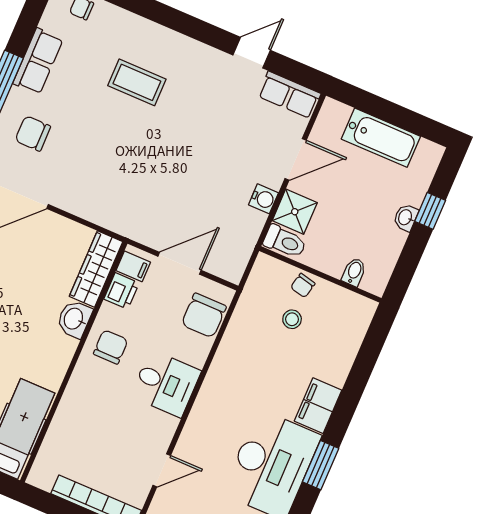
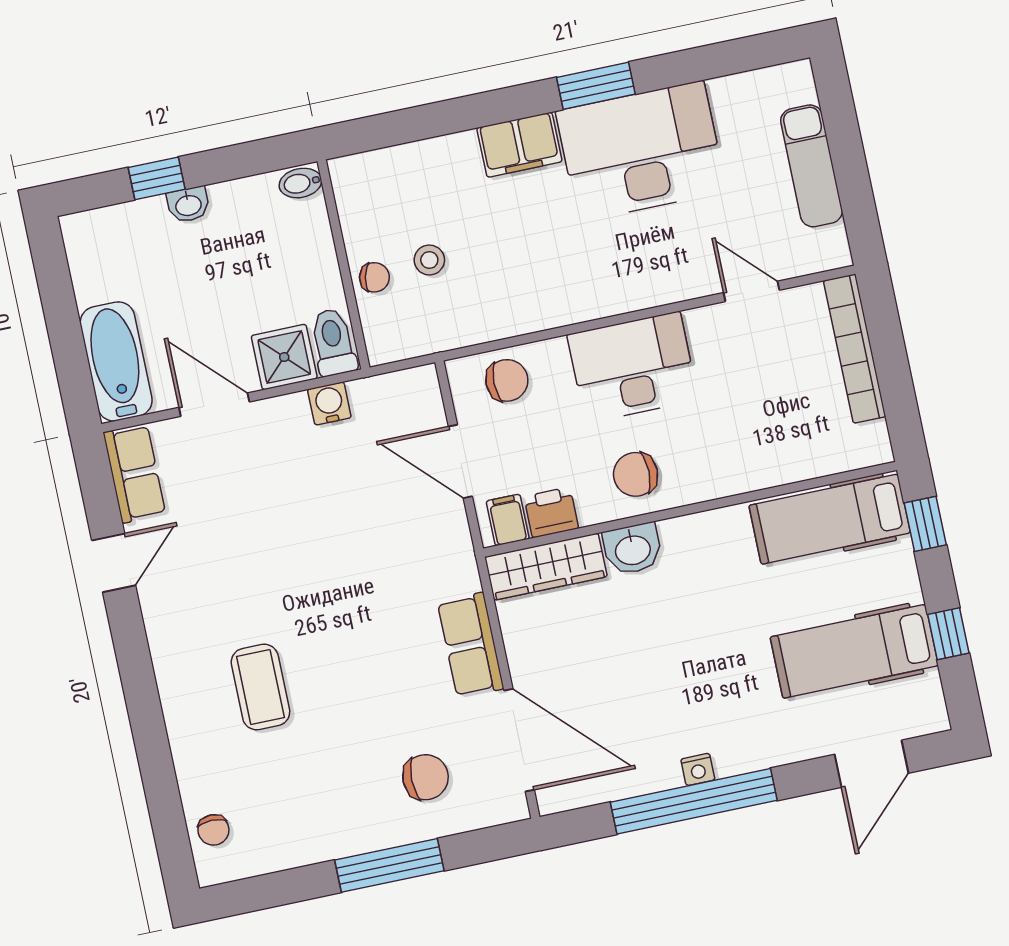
door: (252, 53) -> (114, 563), swing flipped
row of seats: (38, 61) -> (471, 645), moved, turned -90
chair: (33, 133) -> (425, 777), turned -90
bathtub: (381, 138) -> (116, 361), moved
water cooler: (263, 199) -> (329, 403), moved
bidet: (354, 272) -> (300, 183), moved
chair: (204, 315) -> (507, 380), width x0.73, depth x0.73
desk: (166, 384) -> (633, 367), width x1.37

